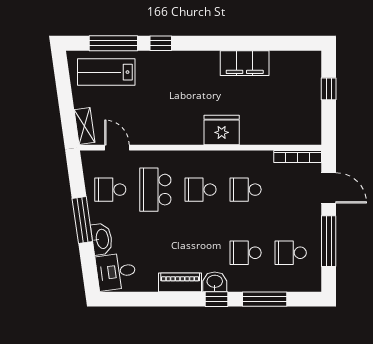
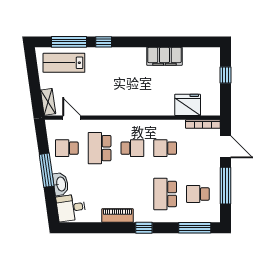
fridge: (222, 130) -> (188, 105), moved
school desk: (200, 190) -> (132, 148), turned 180
school desk: (246, 253) -> (165, 194), width x1.85
washbasin: (215, 282) -> (143, 215), removed
window: (265, 299) -> (195, 228), moved

